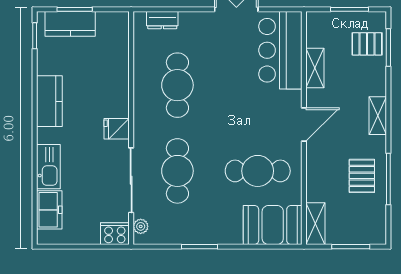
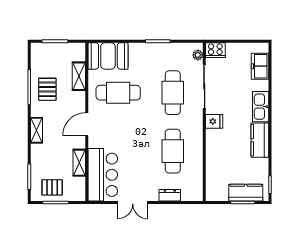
dresser: (162, 20) -> (170, 195), moved
pallet: (367, 44) -> (52, 187), moved
kitchen sink: (48, 167) -> (261, 107), moved
shelving: (315, 224) -> (79, 76), moved

